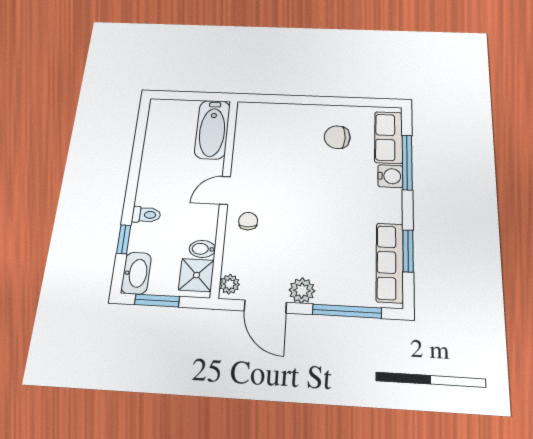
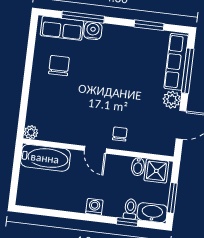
chair: (337, 137) -> (59, 66), turned 180
washing machine: (146, 195) -> (94, 207), added
toilet: (146, 215) -> (130, 209), moved
chair: (248, 221) -> (120, 134), turned 92
row of seats: (390, 262) -> (176, 62), moved, turned 90
plant: (230, 284) -> (31, 132), moved

